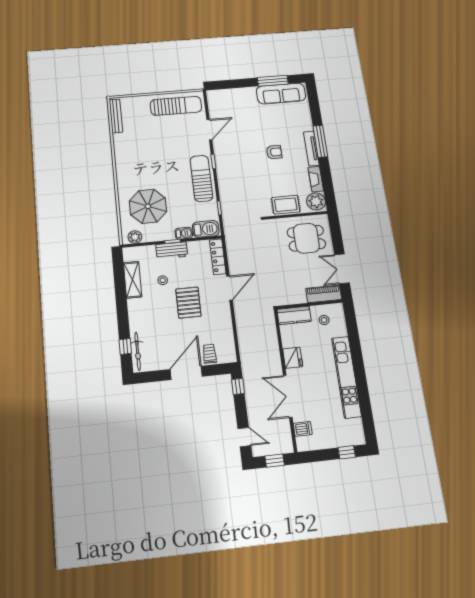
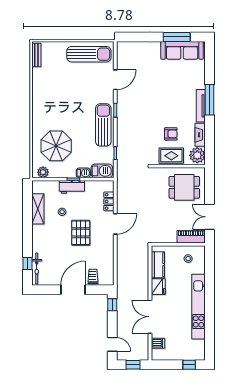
bench: (116, 116) -> (36, 55), width x0.73
armchair: (274, 152) -> (171, 134), moved
locker: (218, 257) -> (109, 201), width x0.66
kitchen counter: (294, 315) -> (158, 265), moved, turned -90

